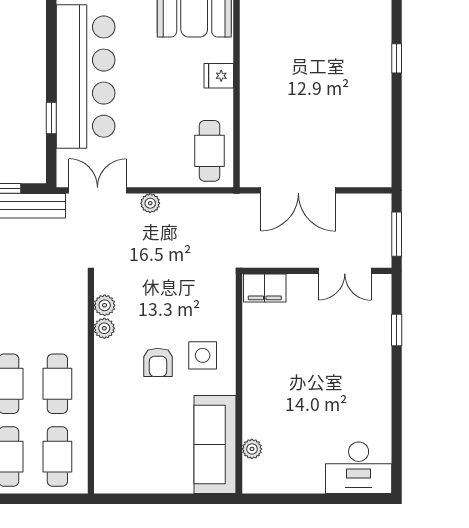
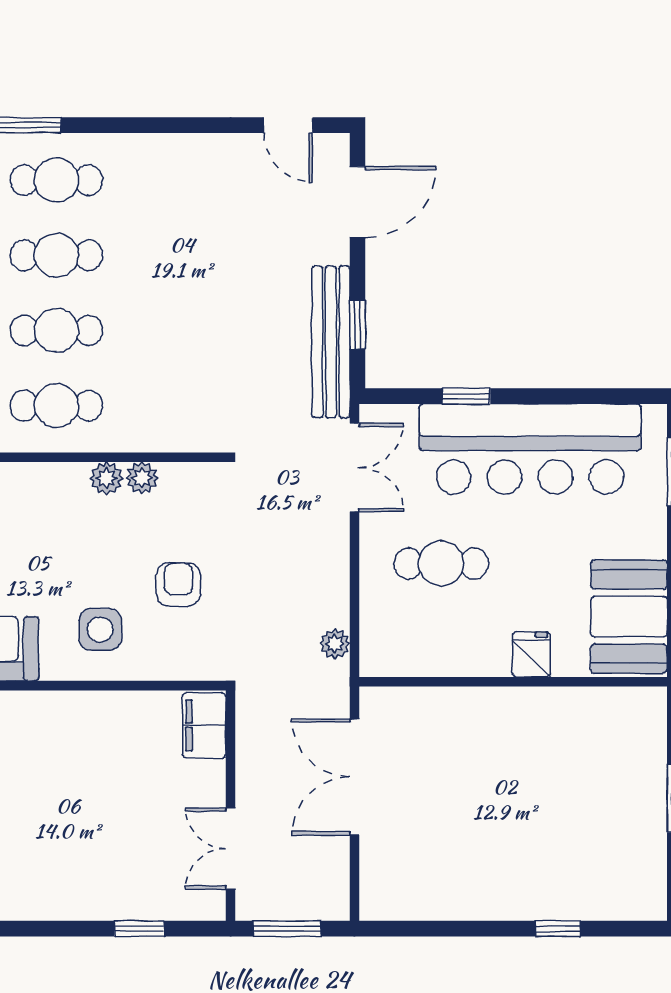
cafe table: (210, 151) -> (441, 563), moved
plant: (150, 203) -> (335, 644), moved
plant: (105, 305) -> (107, 478), moved
armchair: (158, 362) -> (178, 584), moved, turned 90

